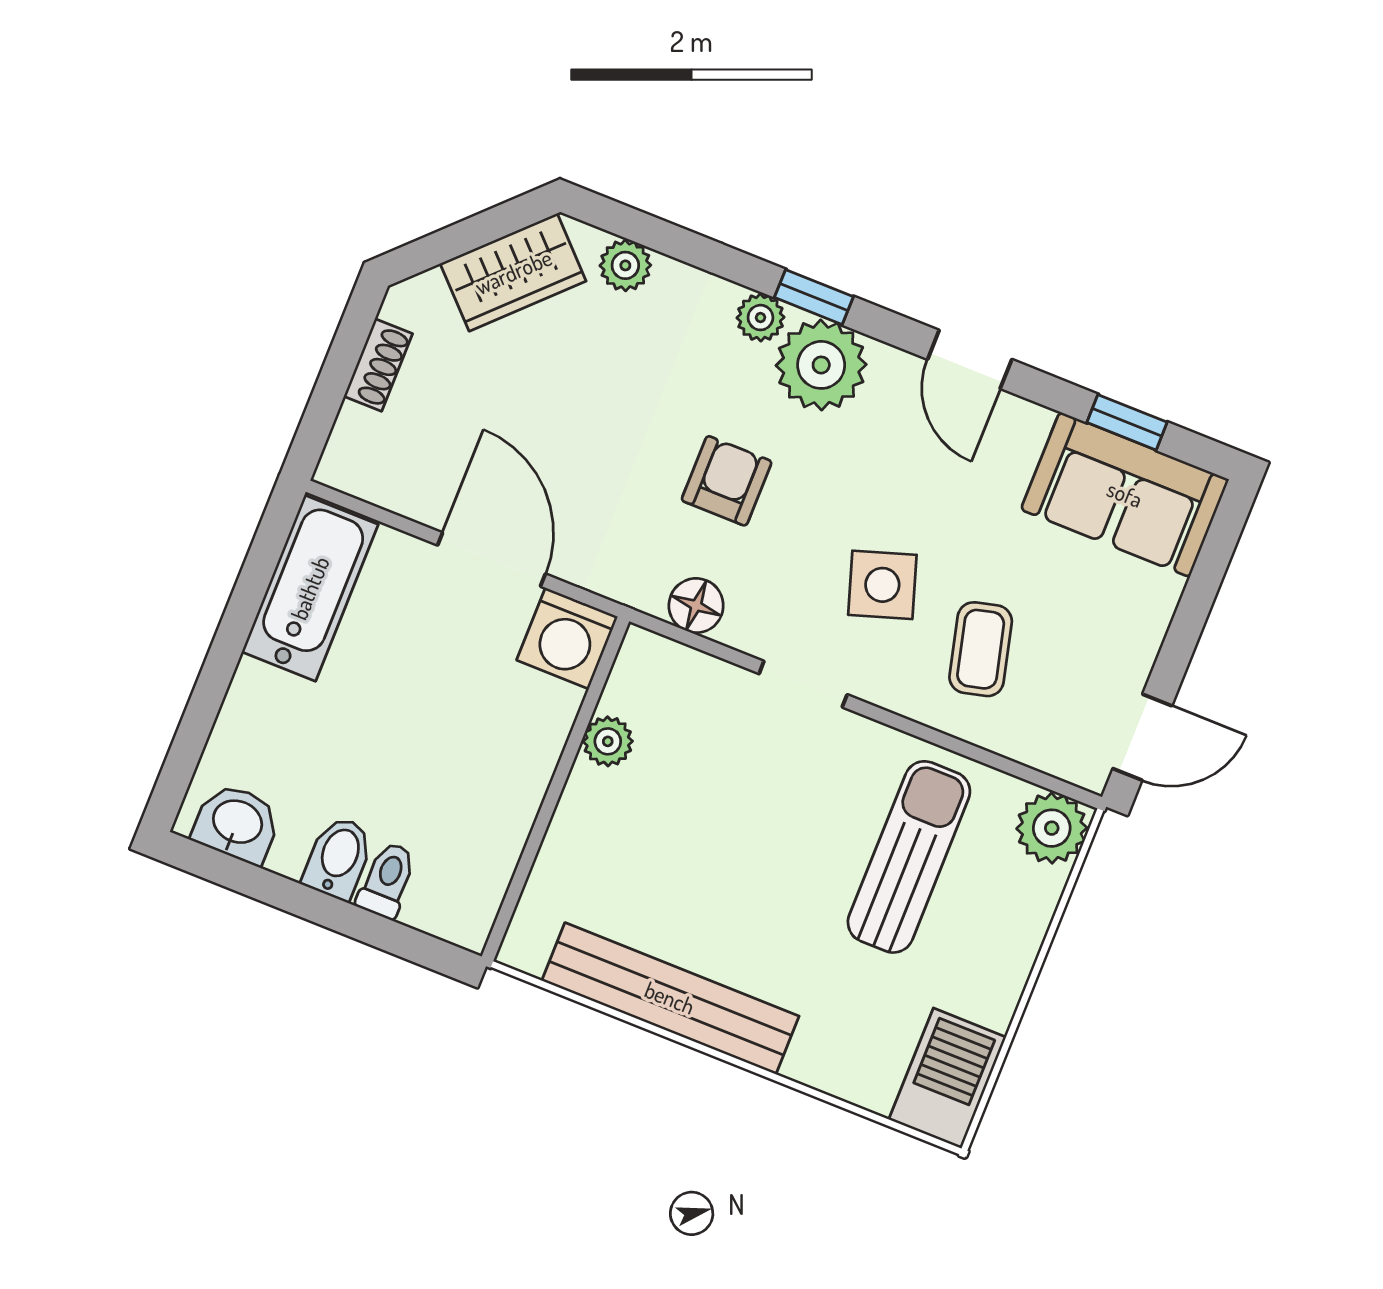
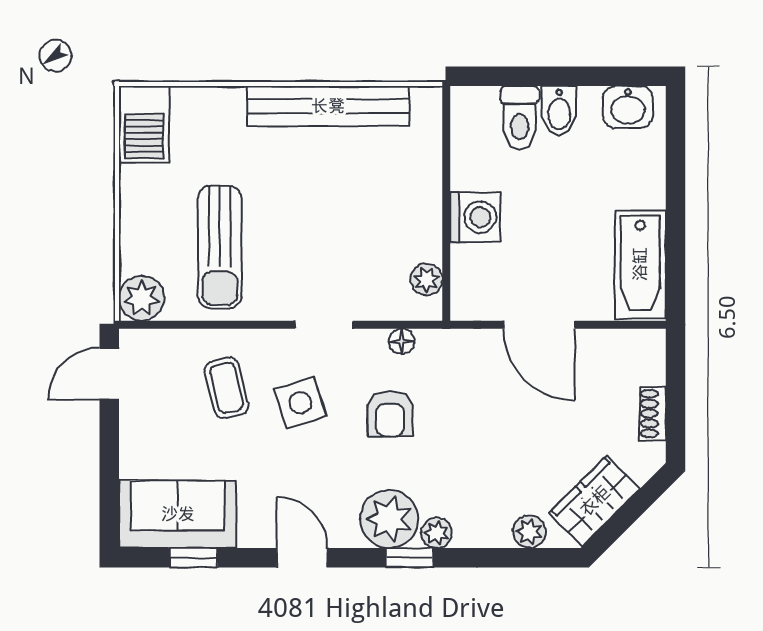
armchair: (727, 481) -> (390, 414), moved
floor lamp: (696, 606) -> (402, 341), width x0.73, depth x0.73
washing machine: (567, 638) -> (475, 217), moved, turned 90
plant: (608, 741) -> (427, 279), moved
toilet: (387, 880) -> (520, 118), width x1.37, depth x1.39

